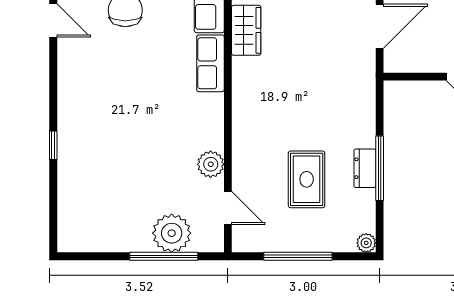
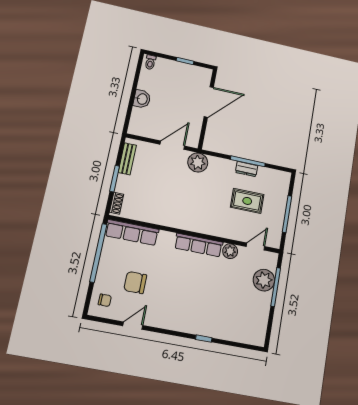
door: (380, 26) -> (172, 145), hinge flipped
wardrobe: (246, 30) -> (160, 217), removed
row of seats: (210, 63) -> (199, 245), moved, width x1.48
plant: (366, 243) -> (198, 162), moved, width x1.87, depth x1.87

